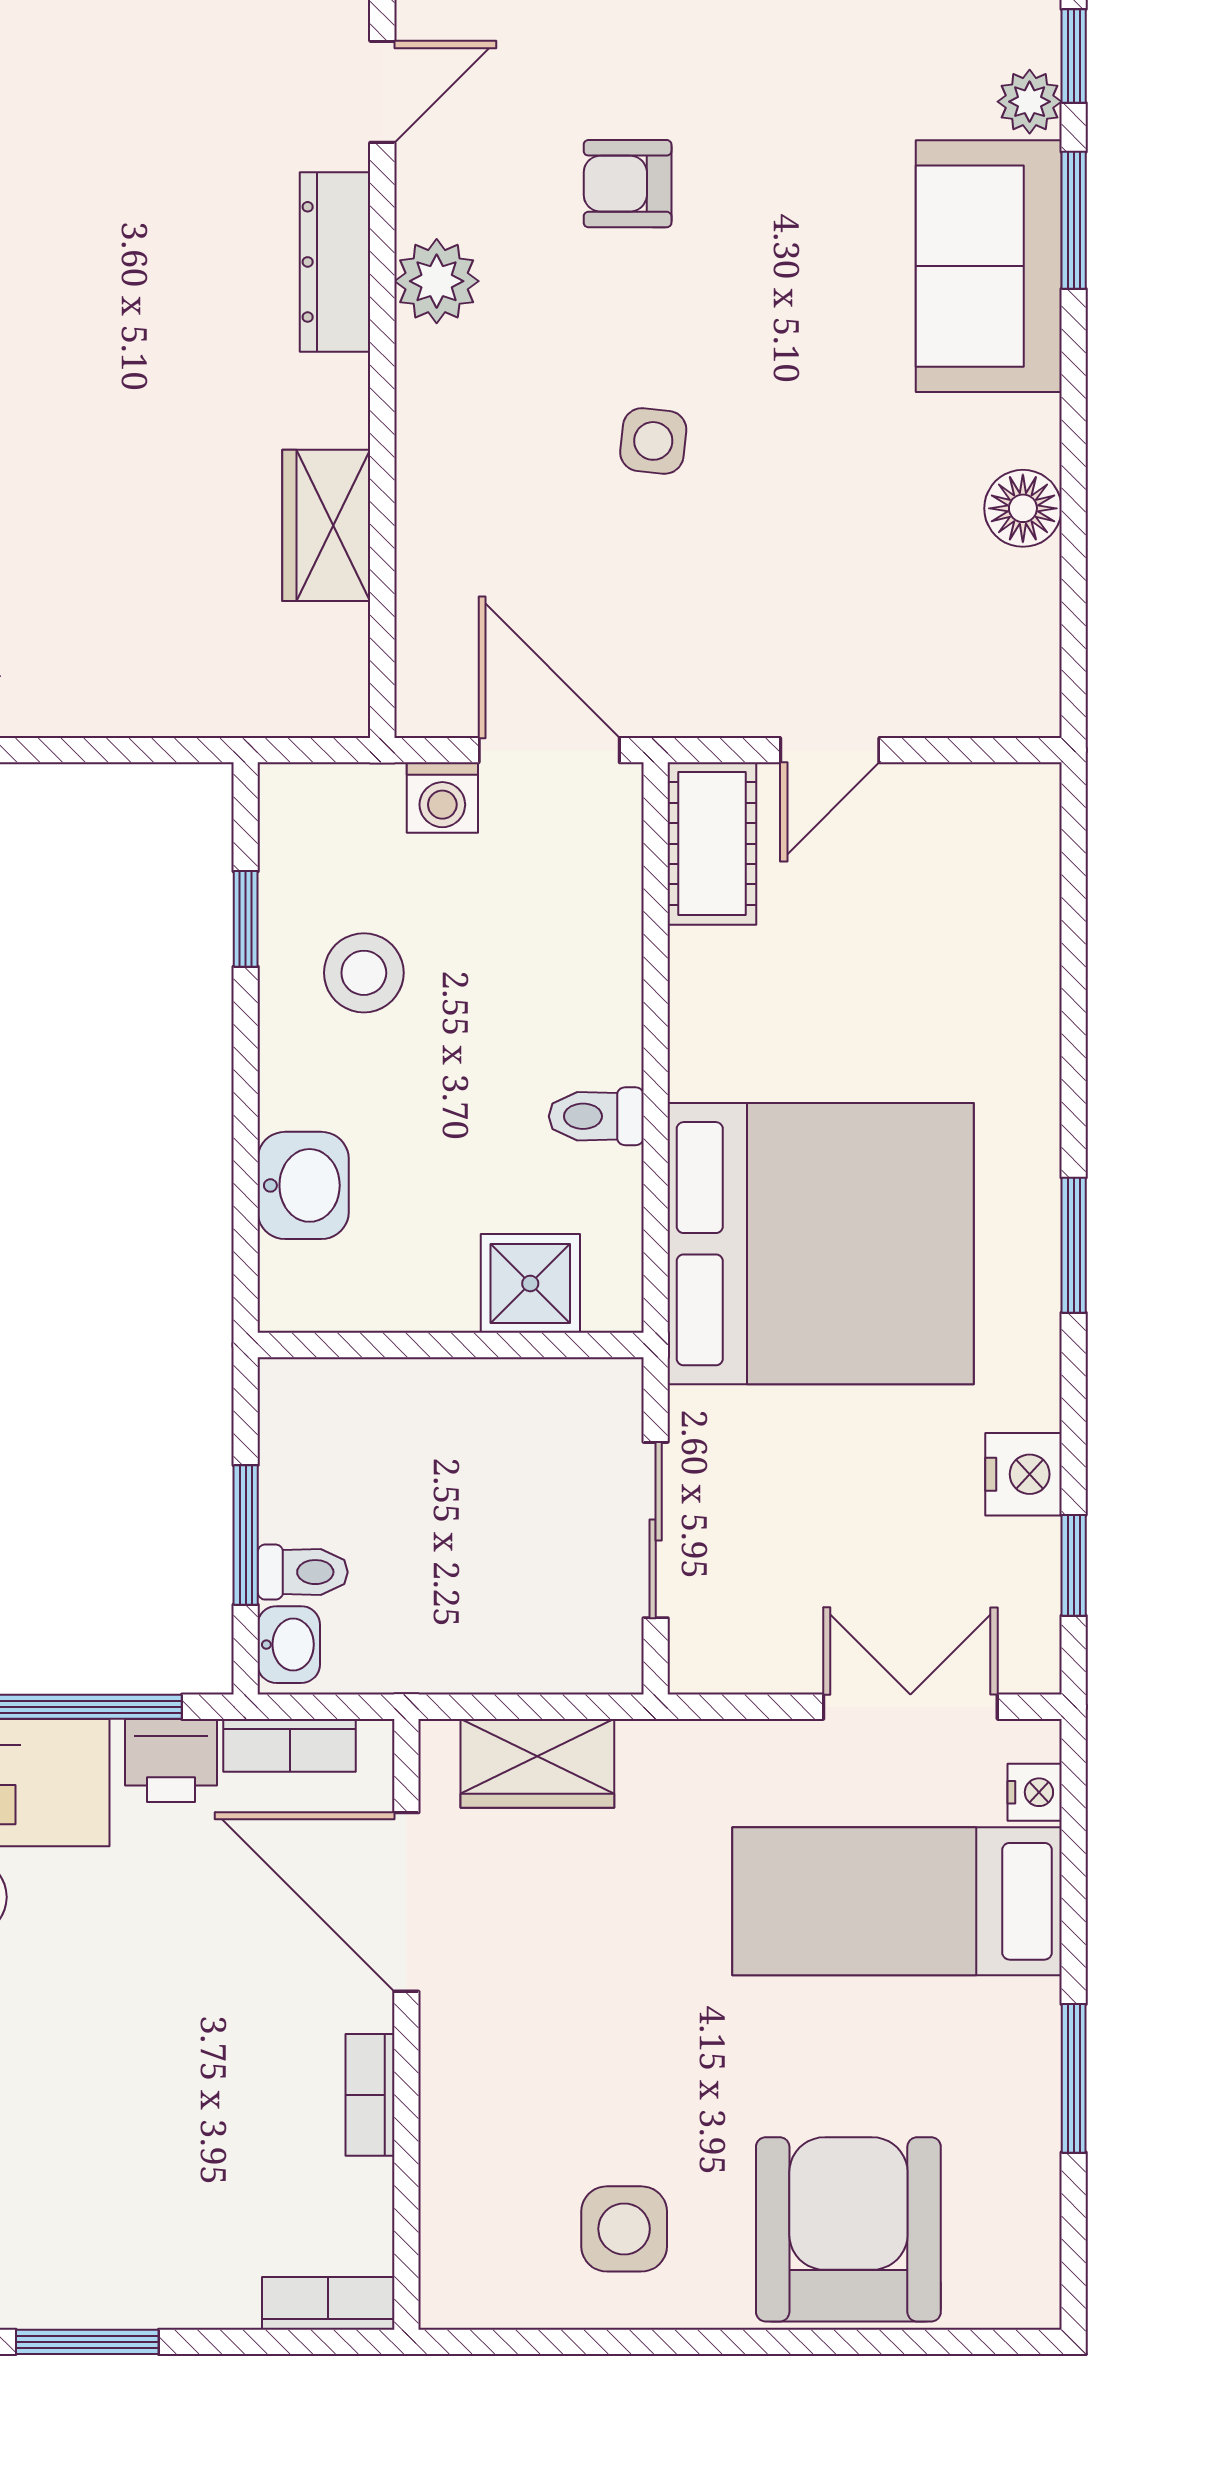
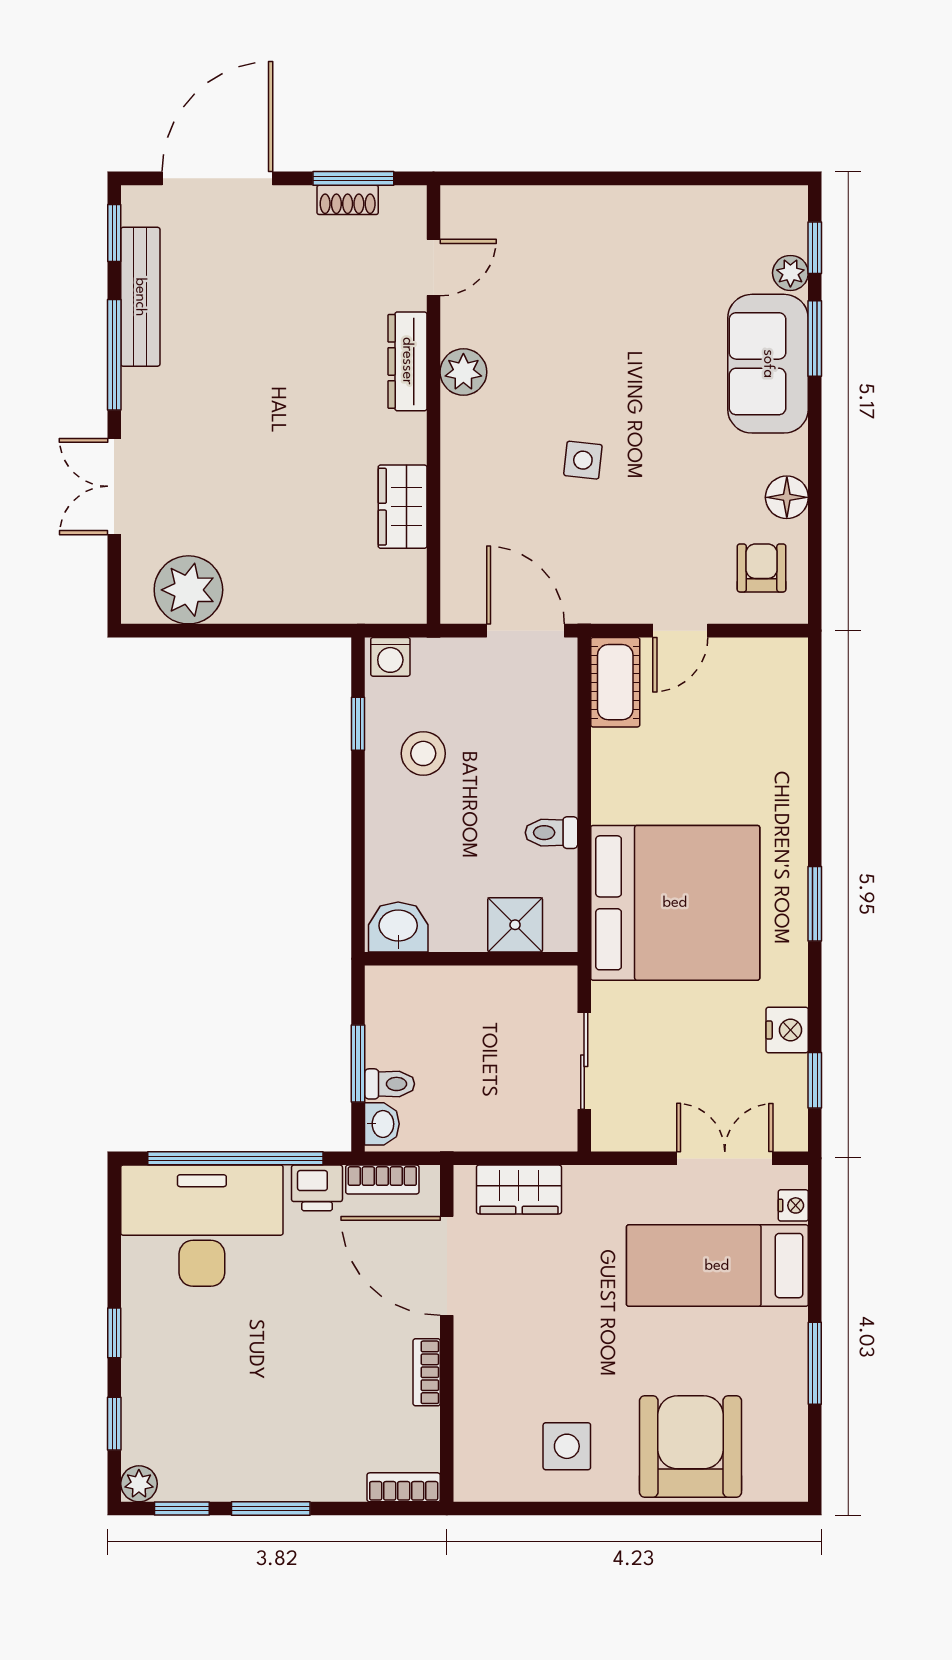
armchair: (628, 184) -> (762, 568), moved, turned 90
washing machine: (442, 798) -> (390, 657), moved
washbasin: (303, 1185) -> (398, 927), moved, turned -90

